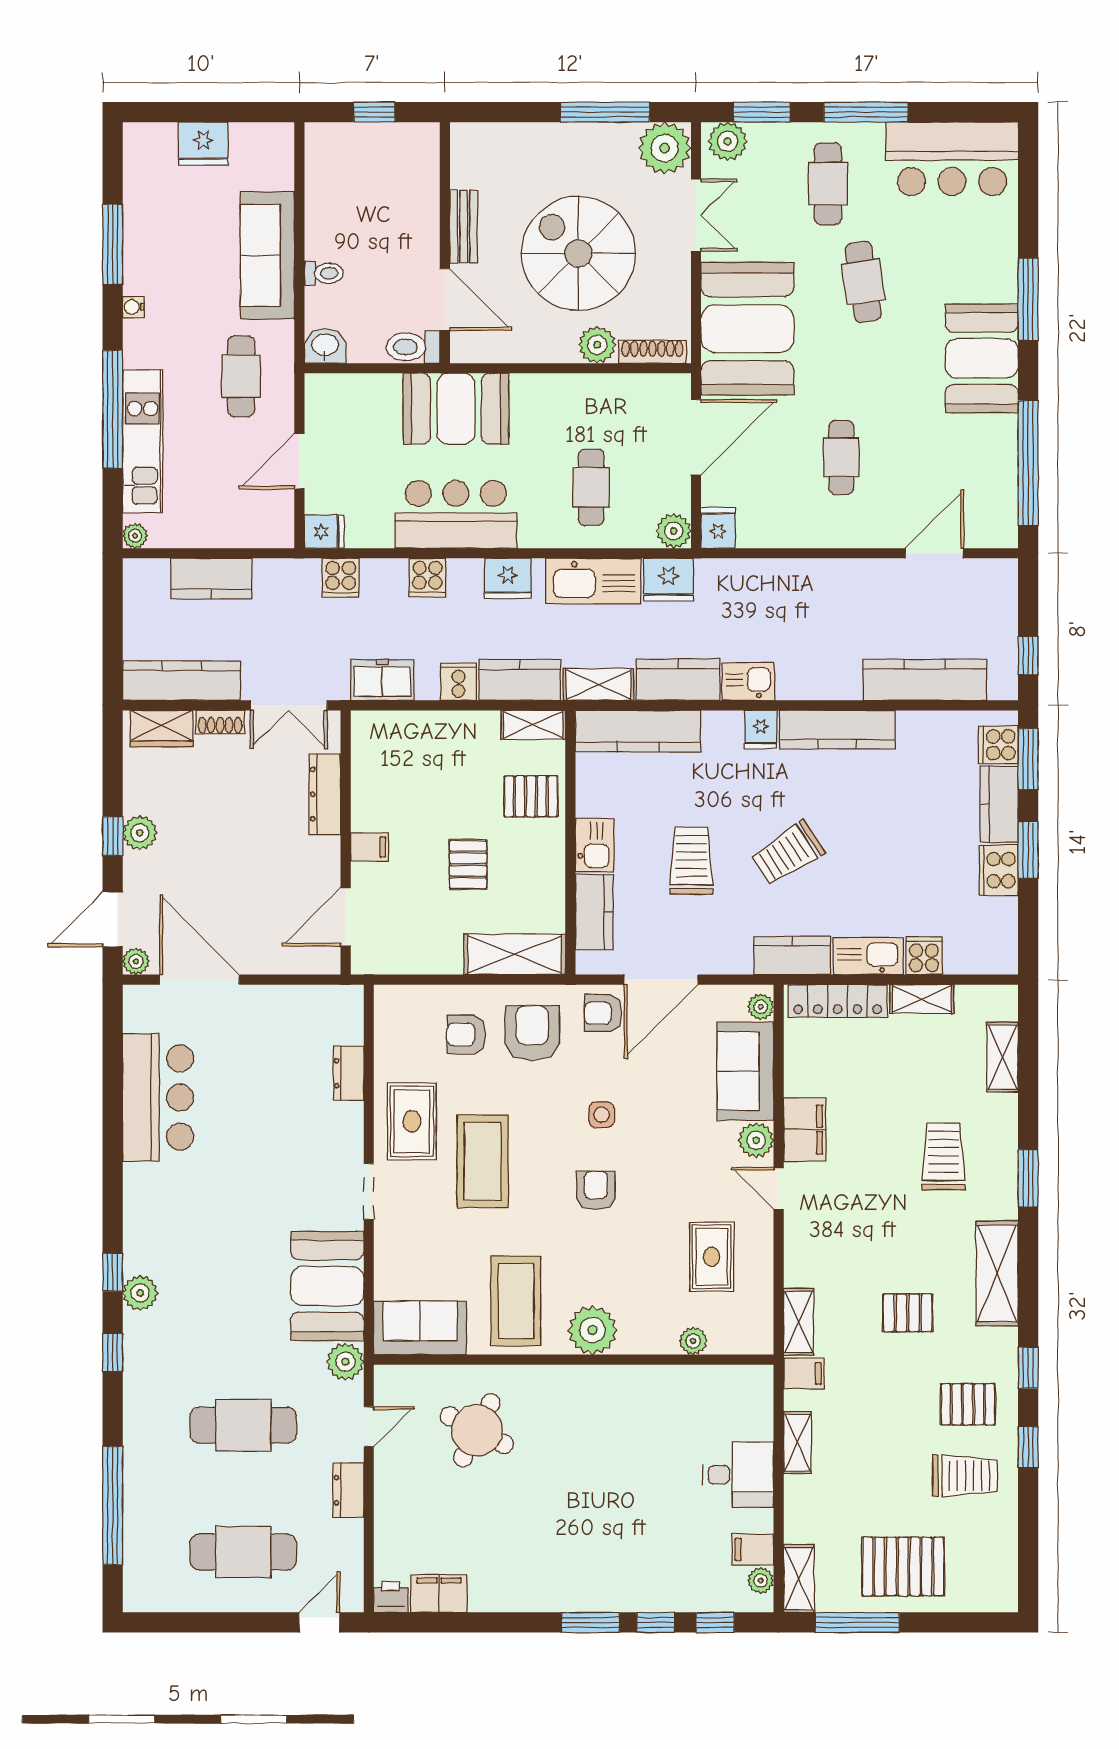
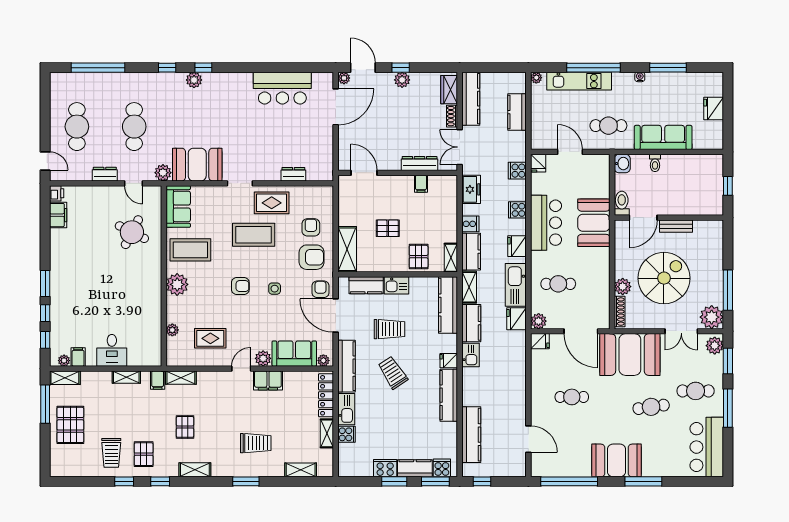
filing cabinet: (370, 847) -> (421, 184), moved
kitchen counter: (792, 956) -> (347, 366), width x1.50
shelving: (997, 1273) -> (195, 470), width x0.67, depth x0.75

